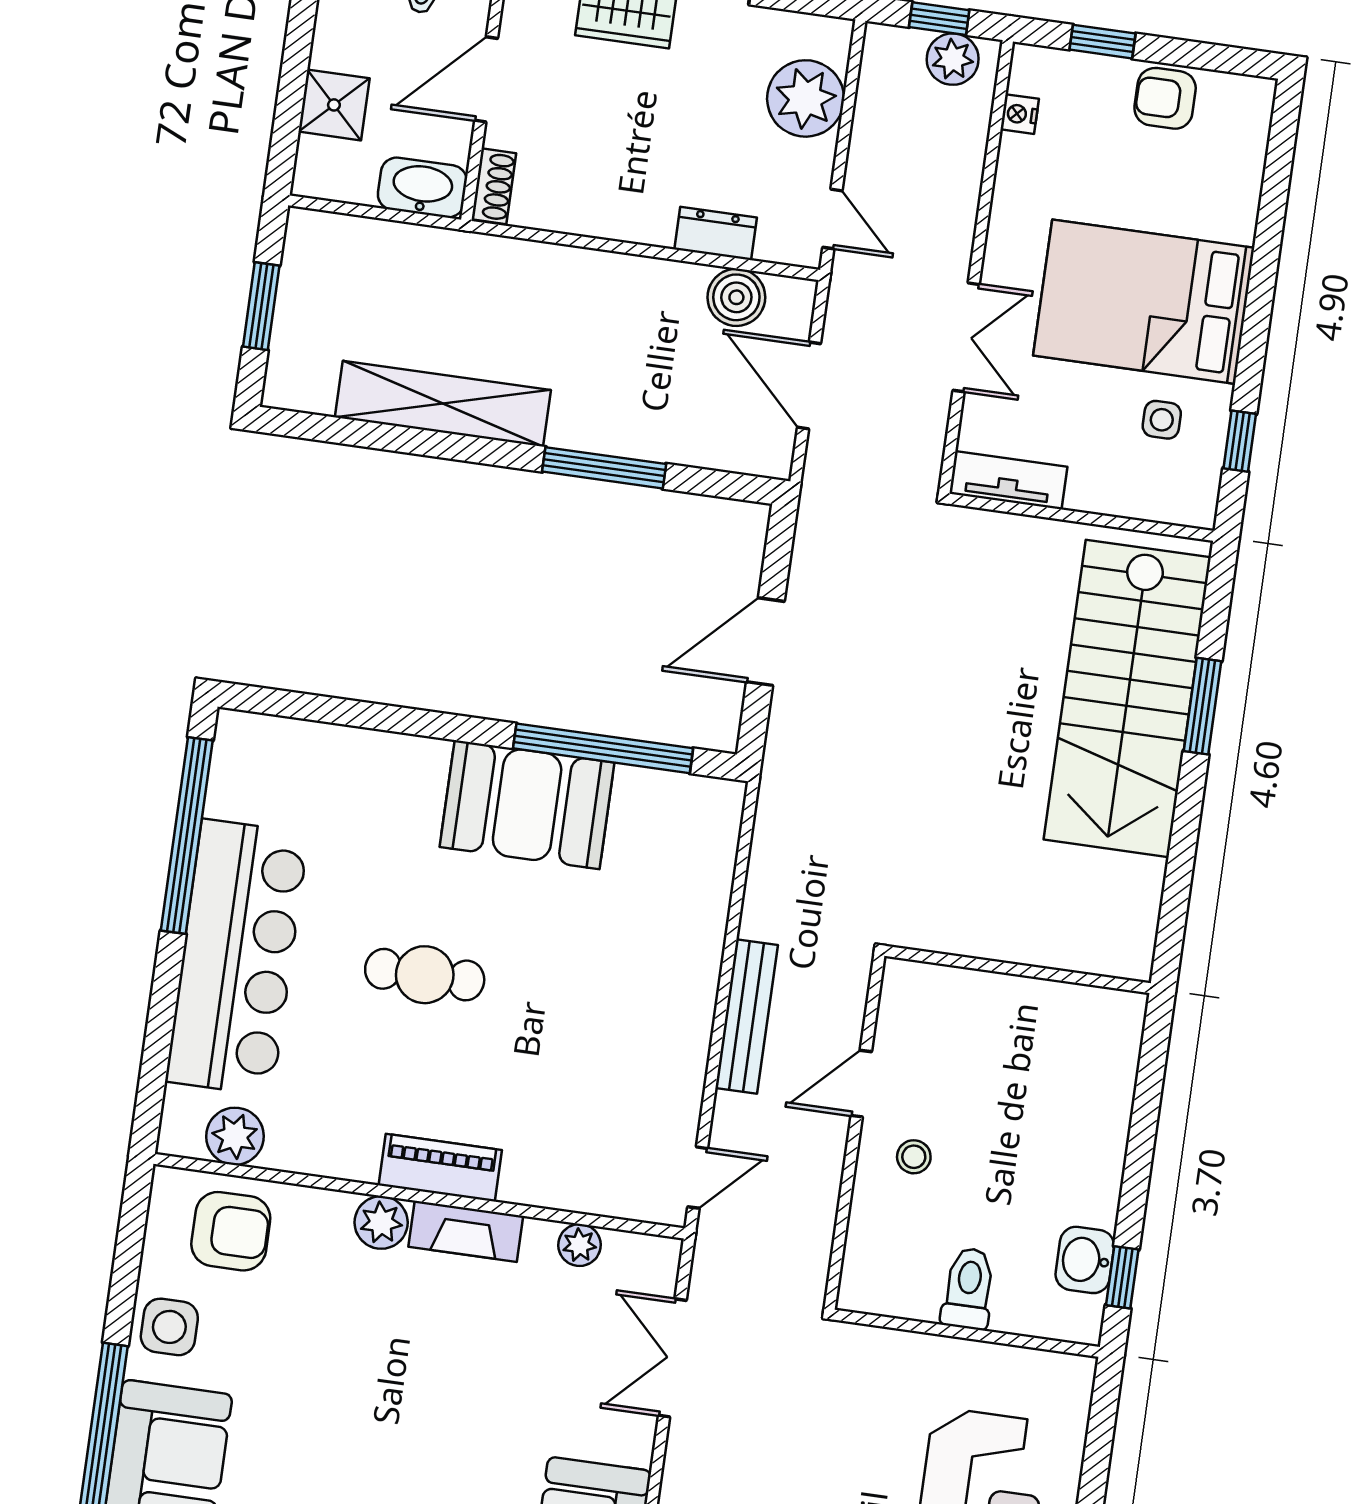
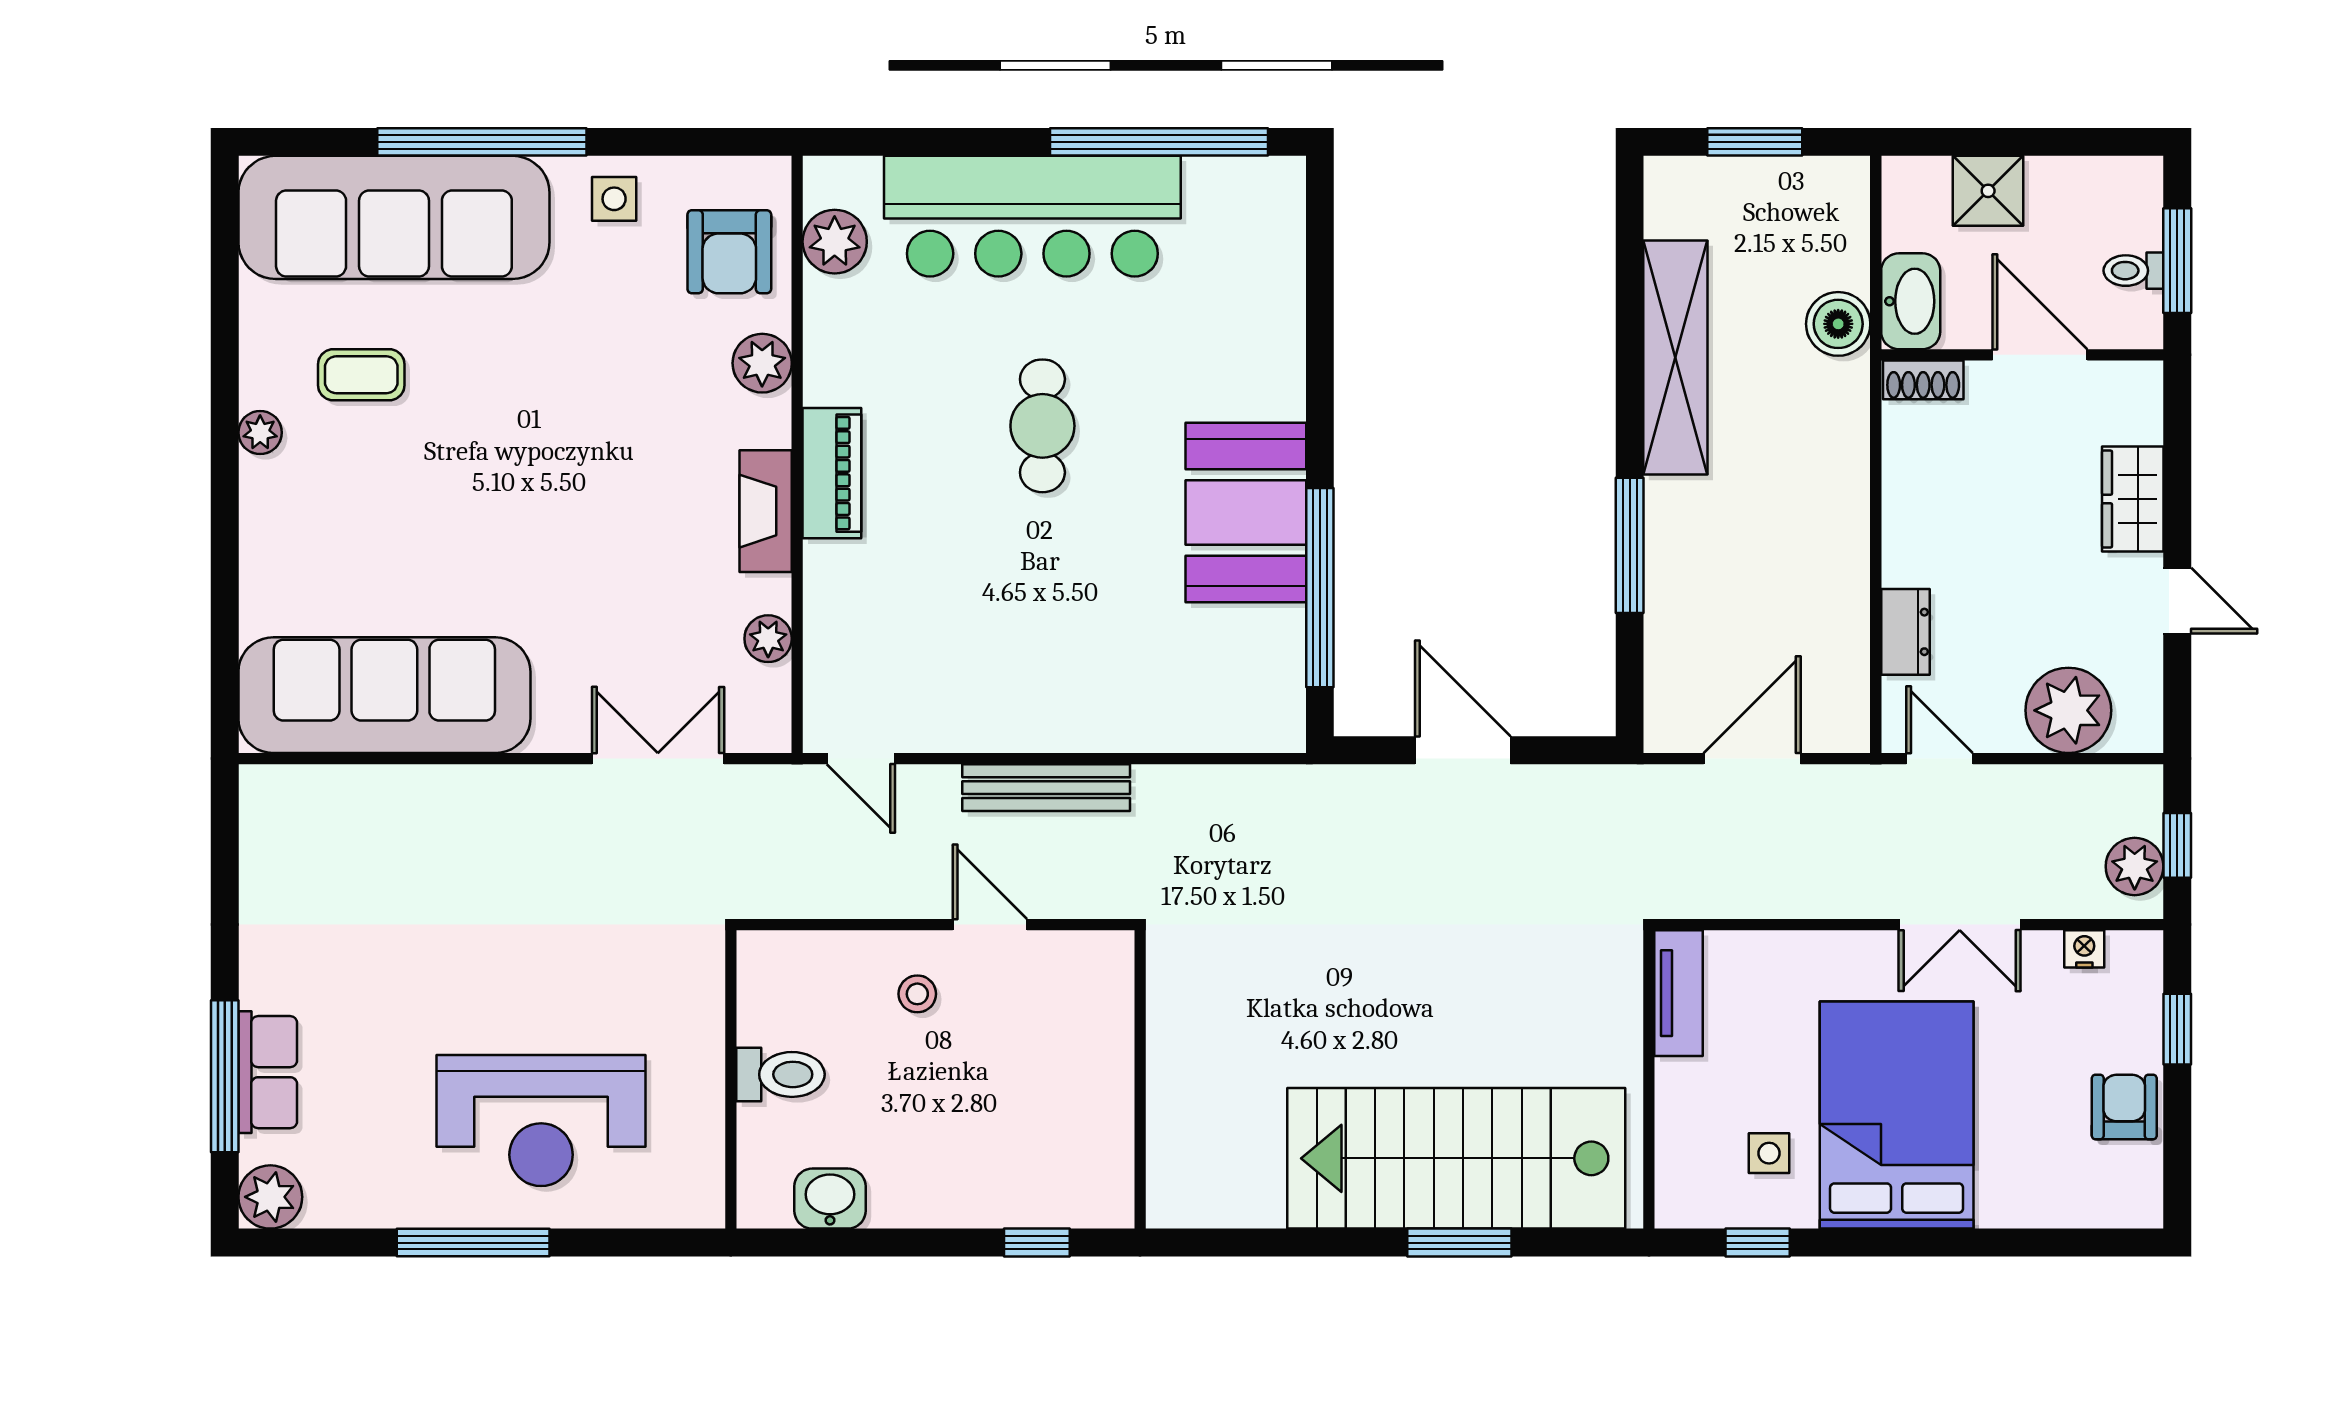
door: (832, 219) -> (1940, 759), swing flipped
boiler: (736, 297) -> (1838, 324), moved
double door: (966, 337) -> (1960, 925), moved
plant: (381, 1222) -> (762, 363), moved
window: (1122, 1277) -> (1037, 1243), moved
side table: (169, 1327) -> (614, 199), width x0.73, depth x0.73

